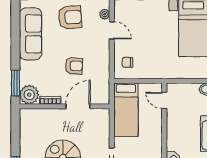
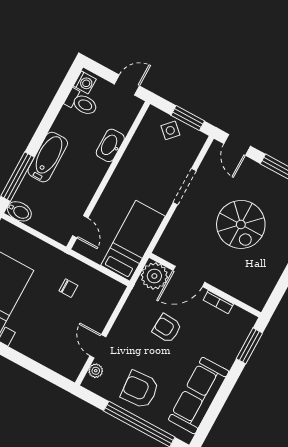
chair: (127, 62) -> (68, 288), moved
plant: (29, 95) -> (154, 276), moved

